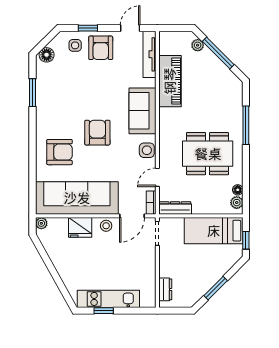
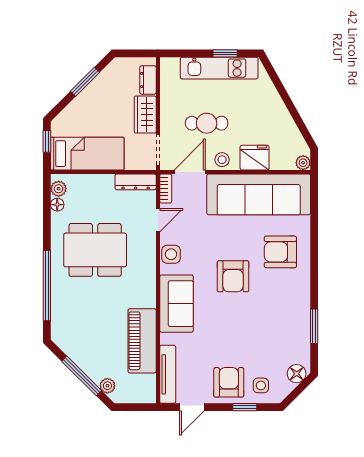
window: (246, 125) -> (47, 285), width x1.46
cafe table: (118, 255) -> (207, 123), added
wardrobe: (167, 262) -> (145, 115), added

